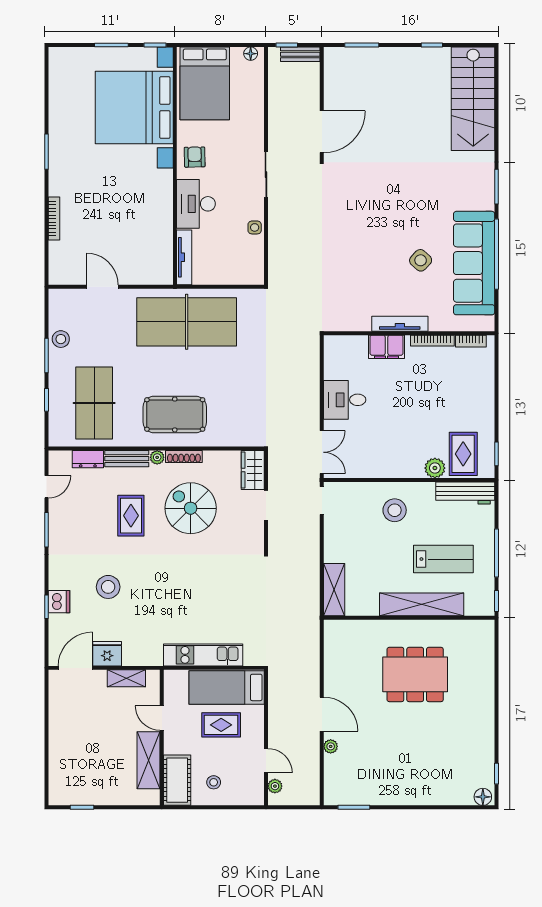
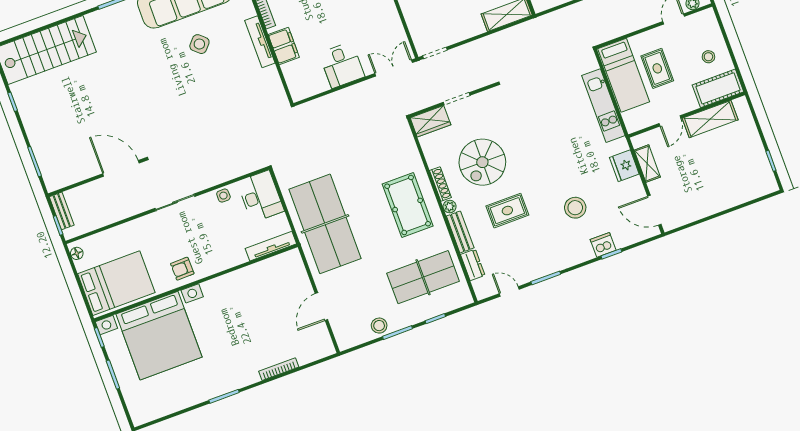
desk: (196, 204) -> (261, 196), moved, turned -90
fridge: (107, 654) -> (624, 166), moved

